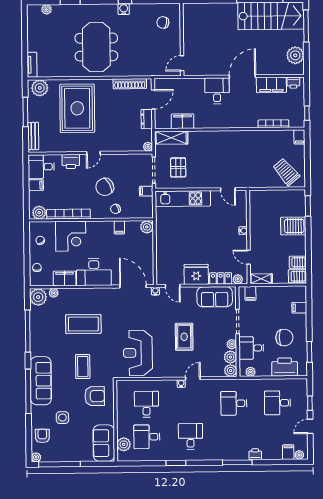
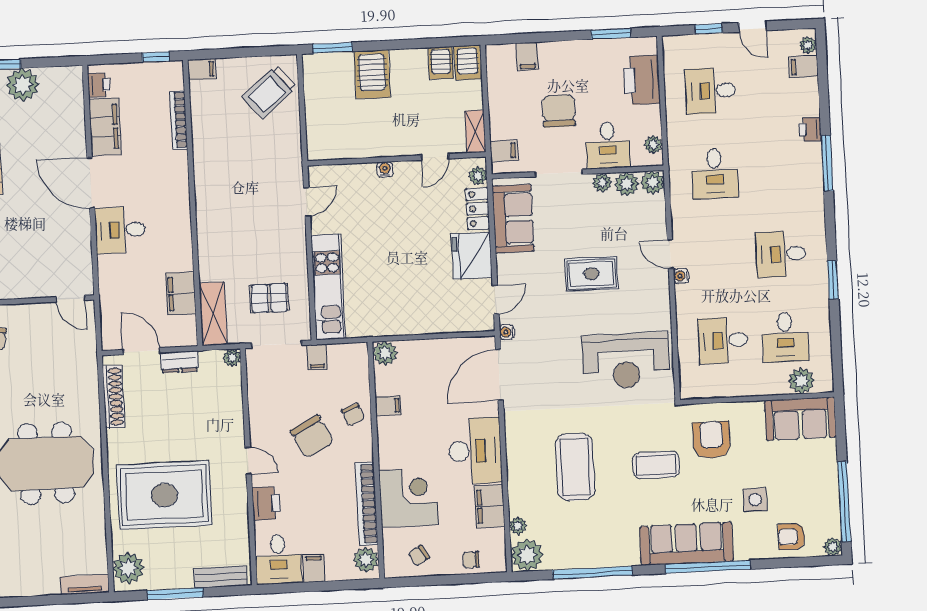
plant: (295, 55) -> (23, 85), moved
chair: (284, 338) -> (559, 111), moved
desk: (278, 403) -> (710, 91), turned 90

